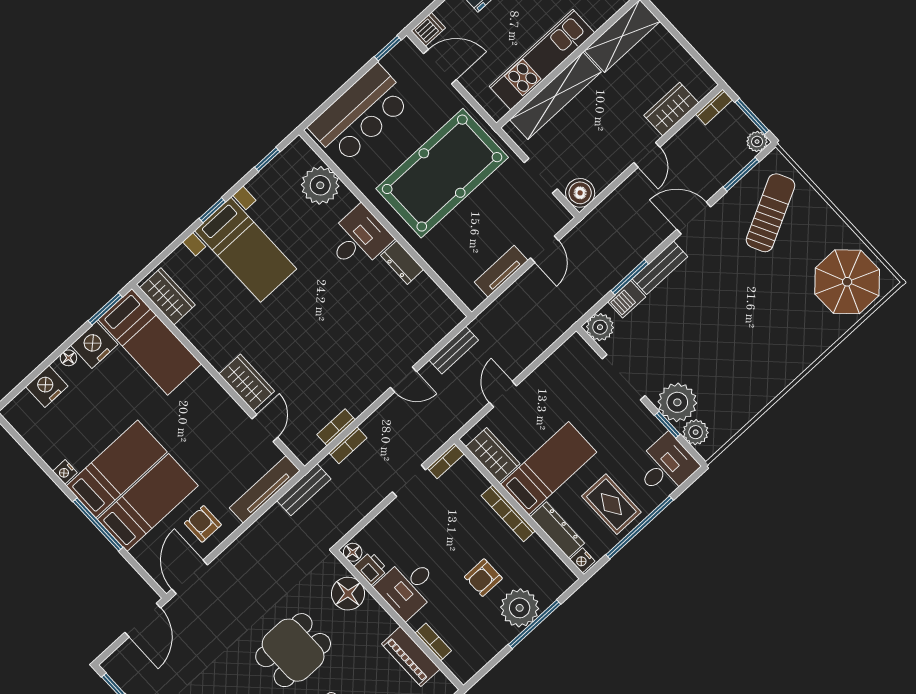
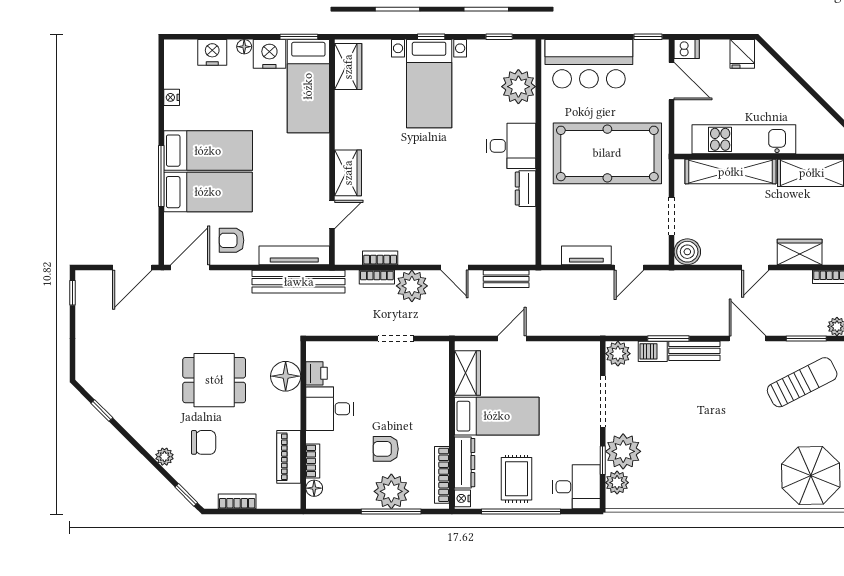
plant: (383, 426) -> (412, 286), added
bookcase: (446, 461) -> (432, 348), removed
nightstand: (65, 472) -> (172, 97), moved
bench: (304, 490) -> (299, 282), width x1.86, depth x1.21
bookcase: (508, 513) -> (442, 475), moved
armchair: (203, 524) -> (232, 240), turned -90
floor lamp: (353, 552) -> (314, 488), moved

